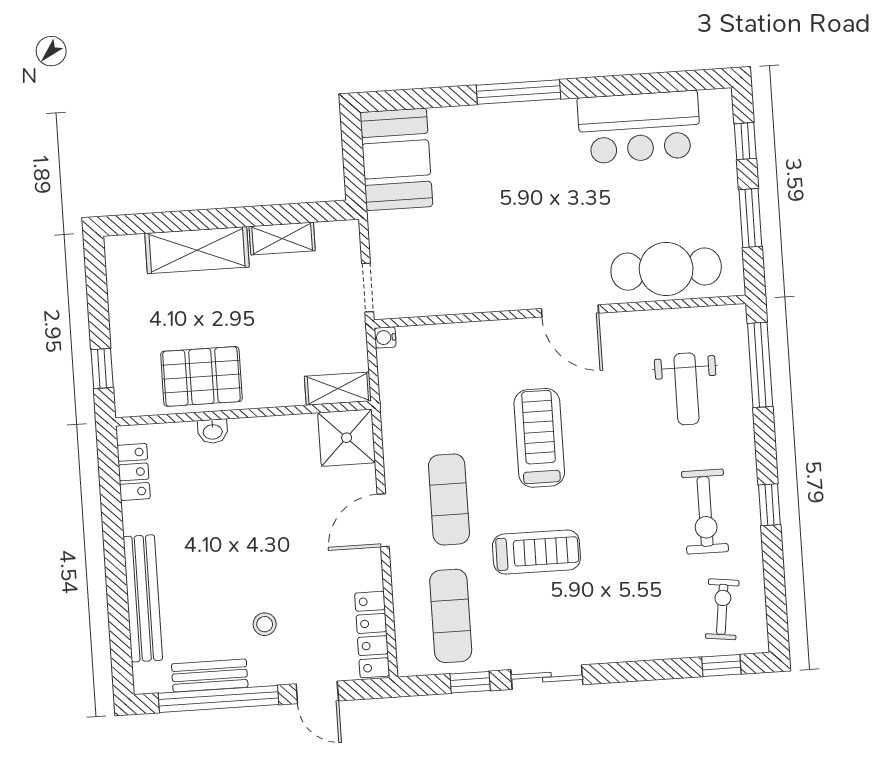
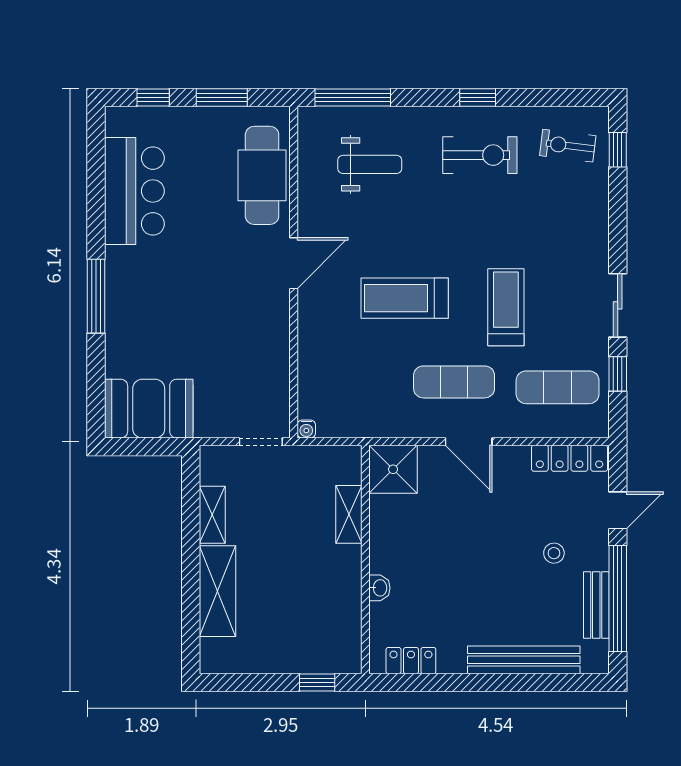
pallet: (201, 376) -> (330, 595), removed
shelving: (338, 389) -> (349, 514), moved

